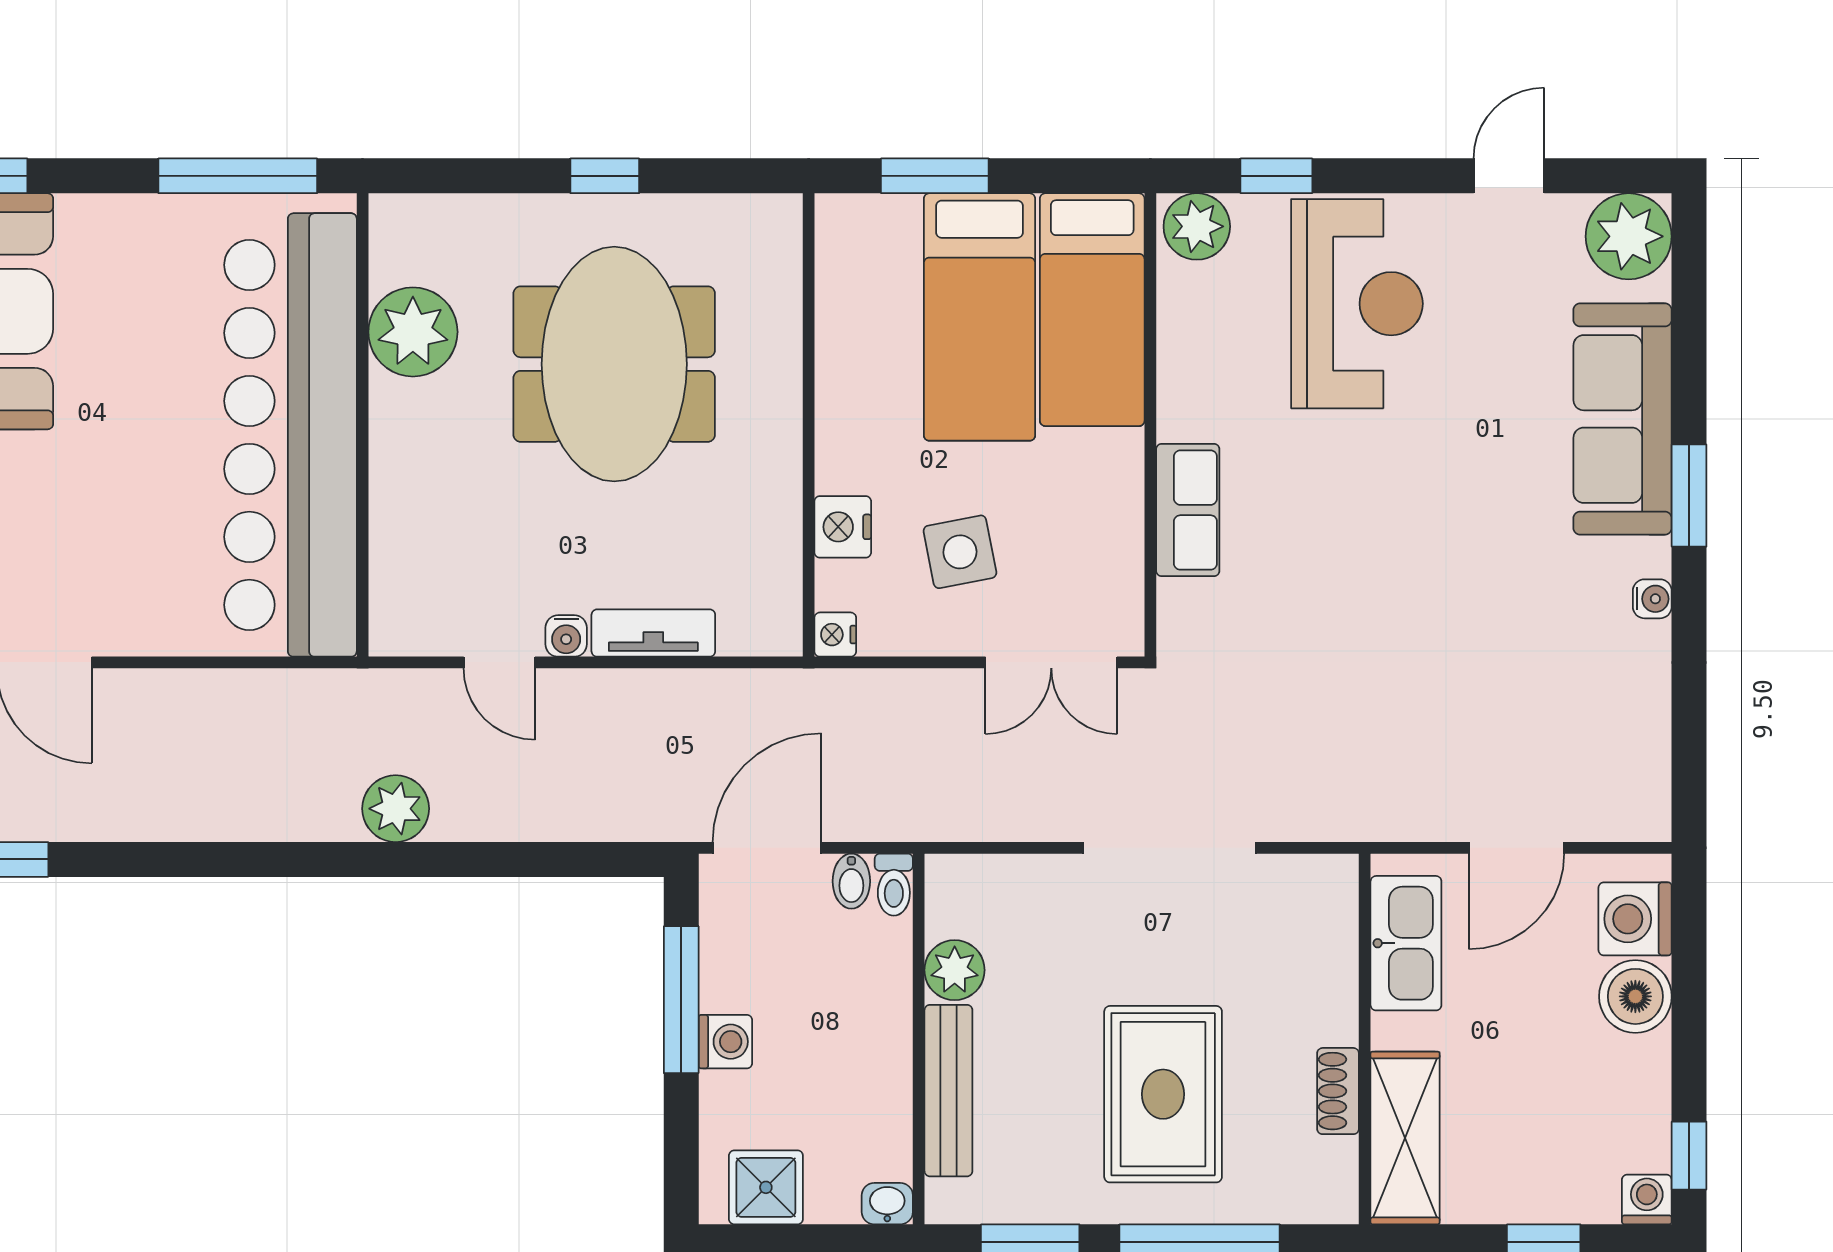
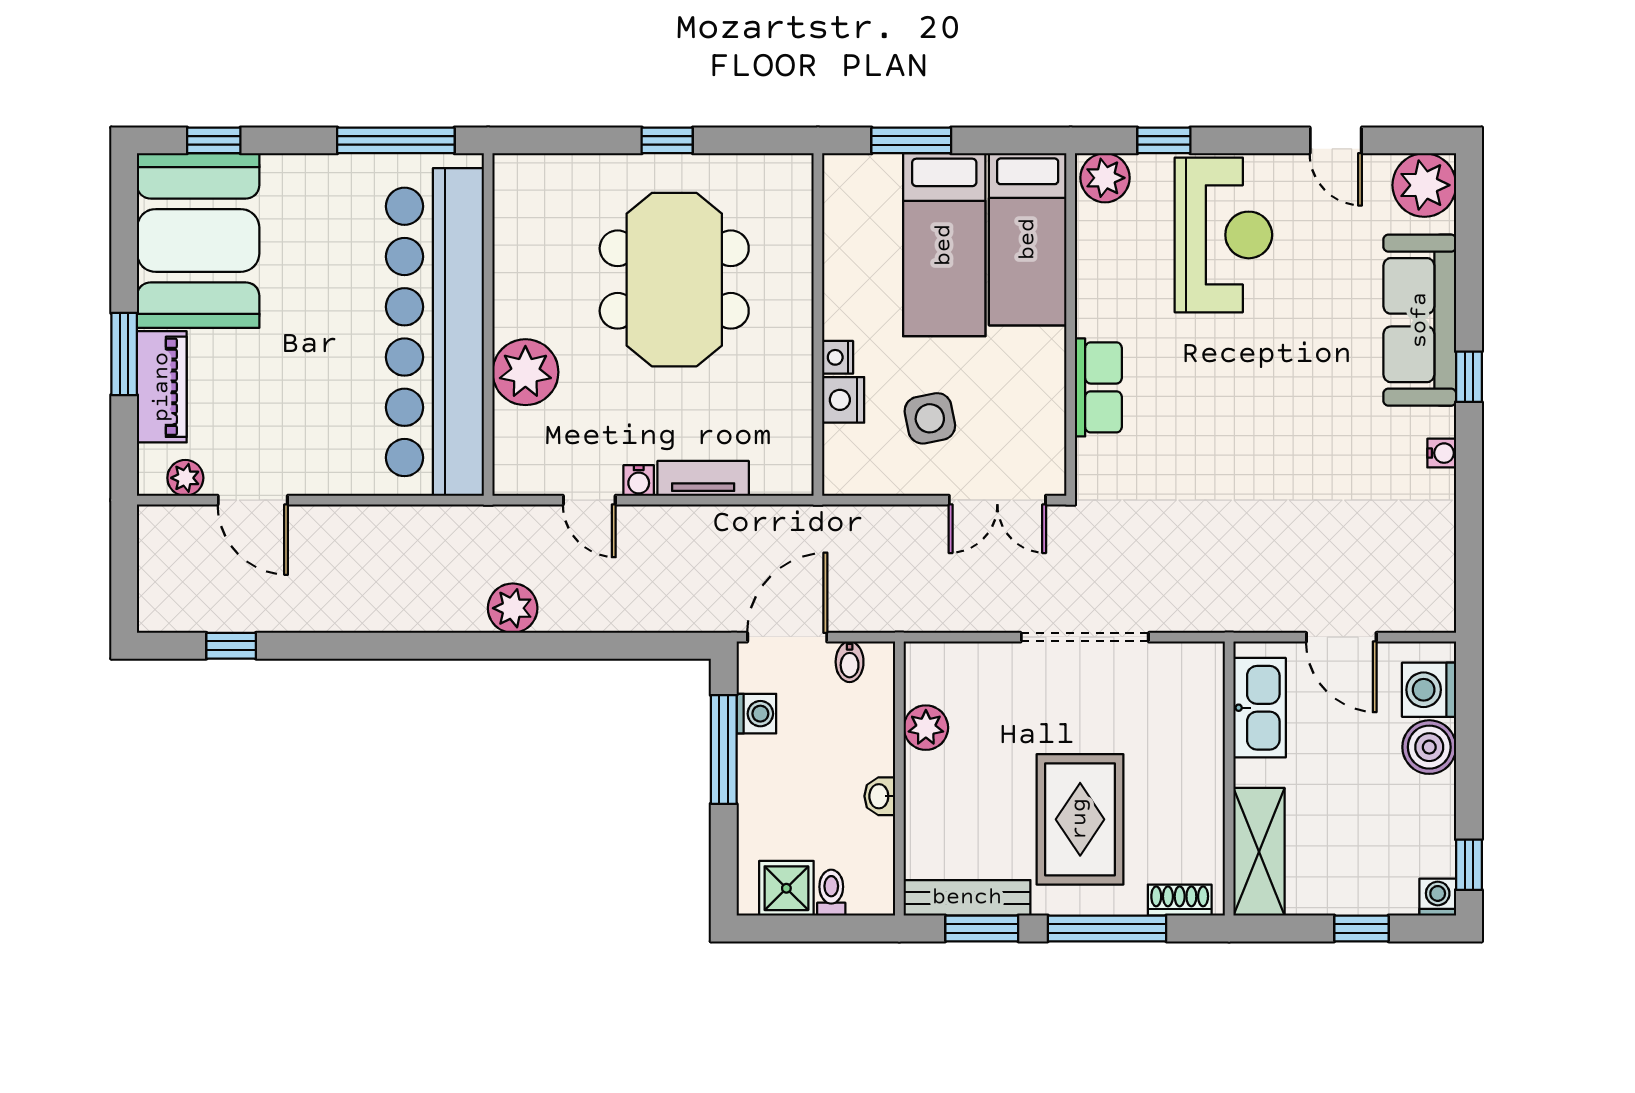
door: (1509, 176) -> (1336, 140), swing flipped
plant: (413, 332) -> (525, 372), moved
window: (1689, 496) -> (1469, 377), width x0.67
nightstand: (835, 635) -> (838, 357), moved
door: (1516, 848) -> (1341, 637), hinge flipped
toilet: (894, 885) -> (831, 893), moved, turned 180
washing machine: (725, 1042) -> (756, 714), moved
bench: (948, 1091) -> (967, 898), moved, turned 90
shoe rack: (1338, 1091) -> (1180, 900), moved, turned 90
washbasin: (887, 1204) -> (880, 796), moved, turned -90

